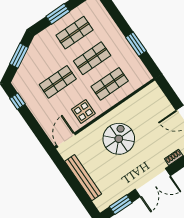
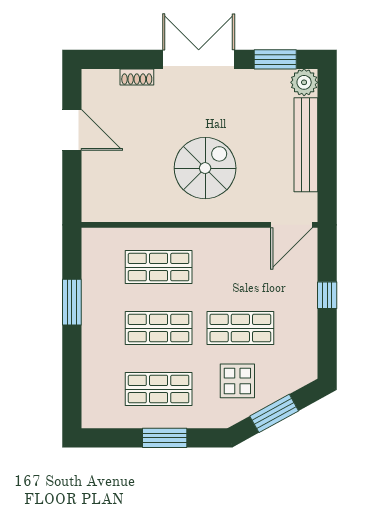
window: (18, 101) -> (327, 295), moved
display table: (83, 111) -> (237, 381), moved
spiral stairs: (119, 139) -> (205, 168), turned 180
plant: (102, 203) -> (304, 82), added

